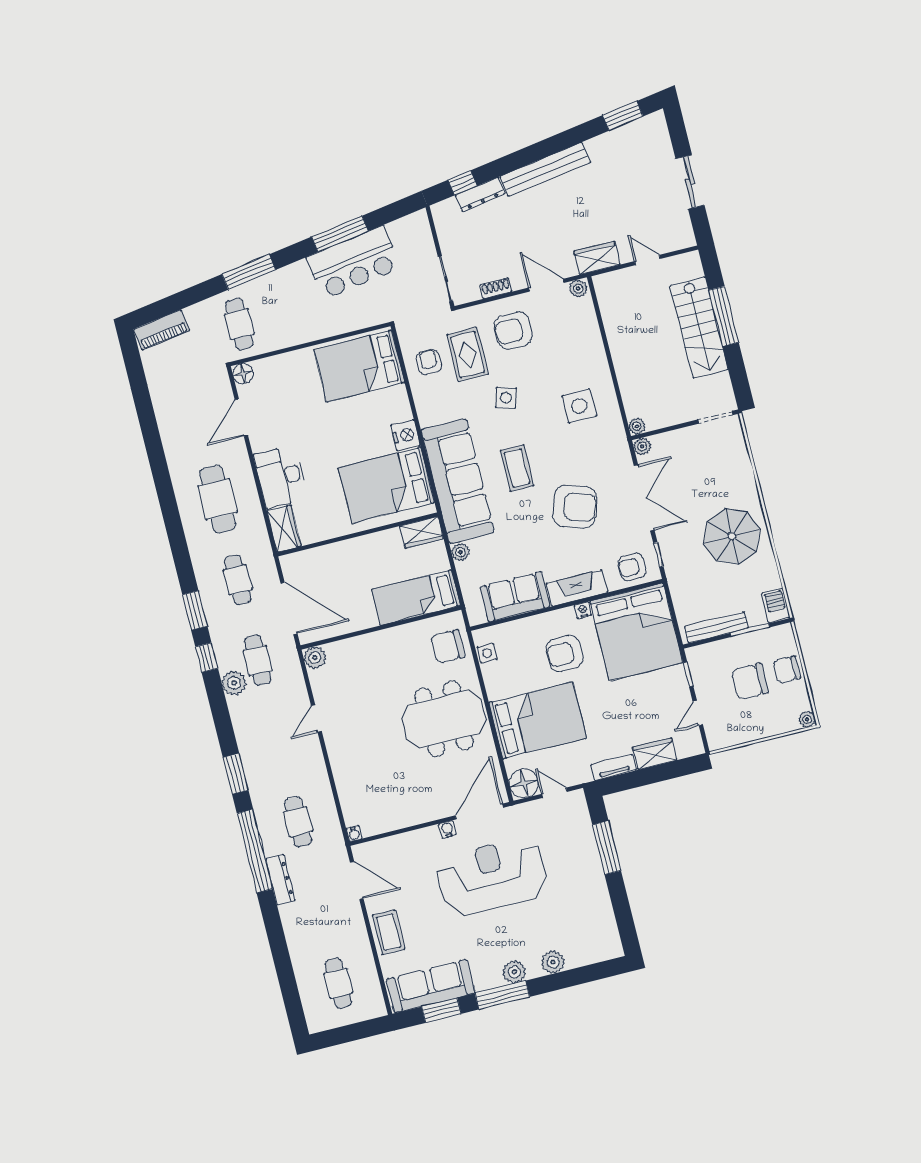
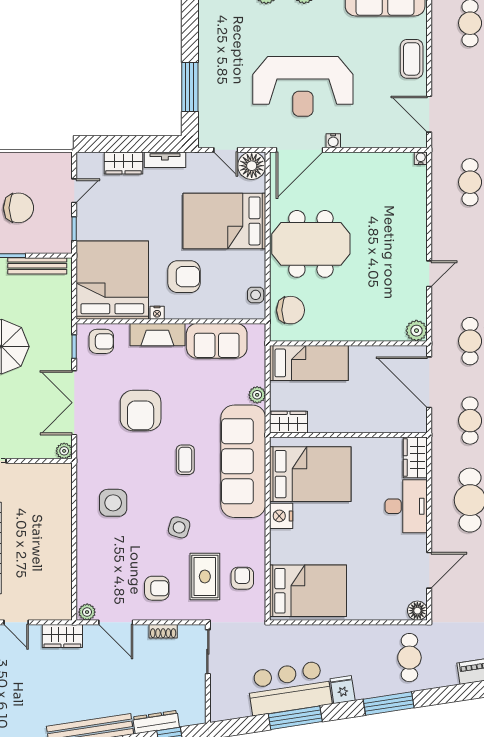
fridge: (299, 274) -> (343, 690), added
armchair: (513, 330) -> (157, 588), width x0.72, depth x0.72
armchair: (429, 362) -> (242, 578), turned 180
plant: (637, 426) -> (64, 471), removed
coffee table: (517, 468) -> (185, 460), width x0.73, depth x0.77
armchair: (575, 507) -> (141, 411), turned -108

